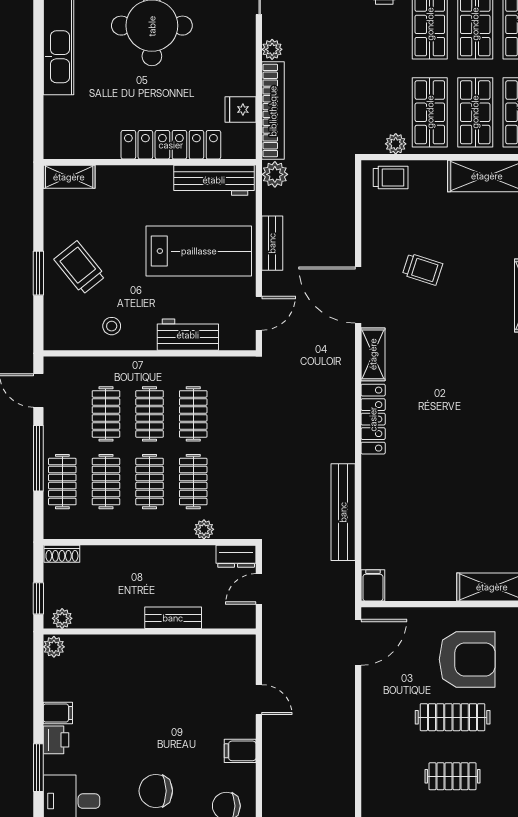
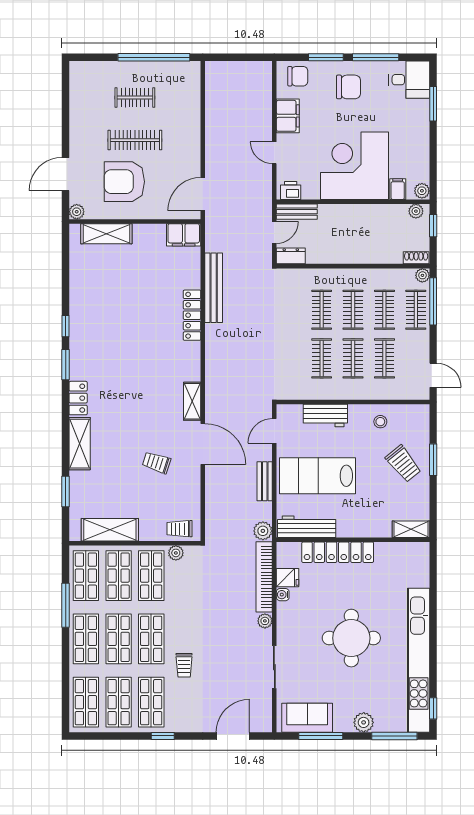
water cooler: (247, 86) -> (283, 595), added
locker: (373, 419) -> (192, 315), moved
window: (38, 458) -> (433, 301), moved
plant: (204, 529) -> (422, 275), moved
filing cabinet: (373, 585) -> (184, 235), width x2.00
bench: (173, 618) -> (297, 212), moved
corner desk: (148, 682) -> (354, 166), added
filing cabinet: (58, 713) -> (398, 189), moved, turned 90
printer: (56, 740) -> (291, 190), moved, turned 90
filing cabinet: (240, 751) -> (288, 116), width x2.00

